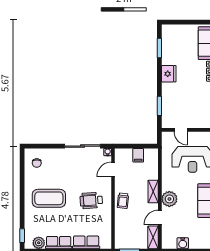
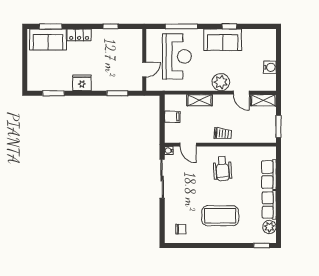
shelving: (153, 192) -> (200, 100), moved
coffee table: (49, 198) -> (220, 216), turned 90

